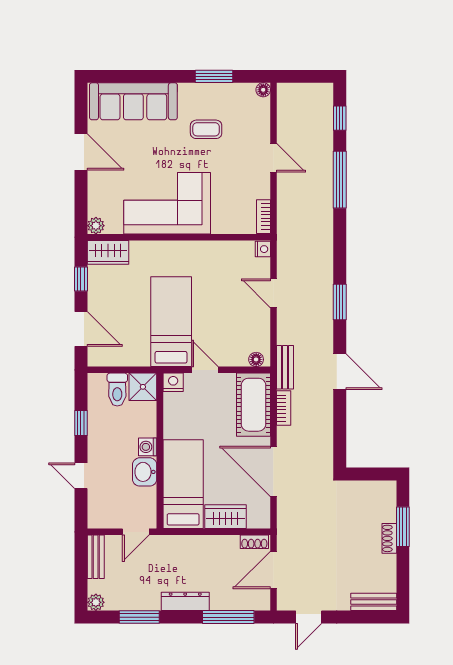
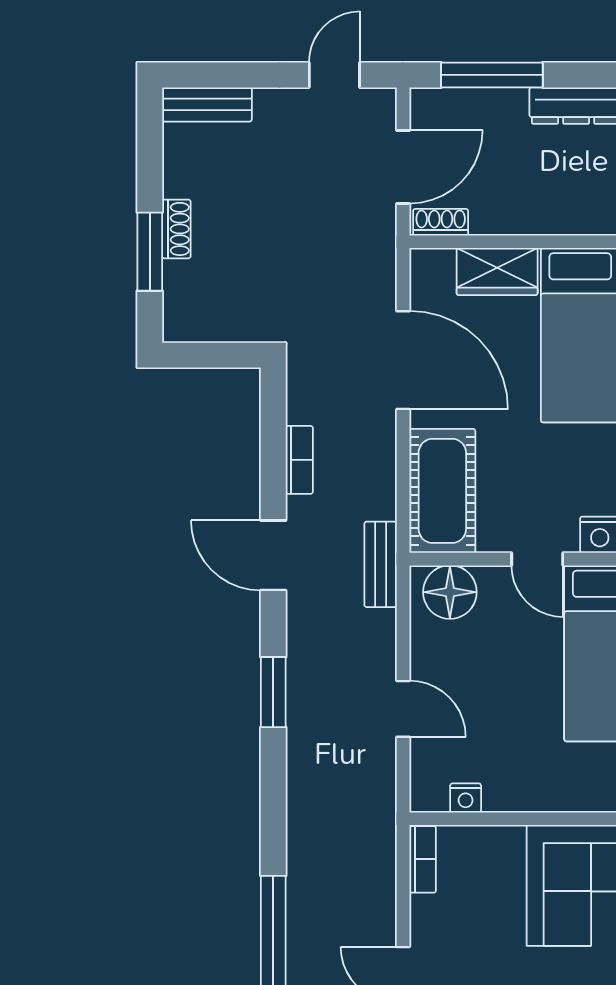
nightstand: (263, 249) -> (466, 798), moved, turned -90
floor lamp: (256, 359) -> (450, 592), width x1.89, depth x1.89
bookcase: (284, 408) -> (299, 460), moved, turned 180

